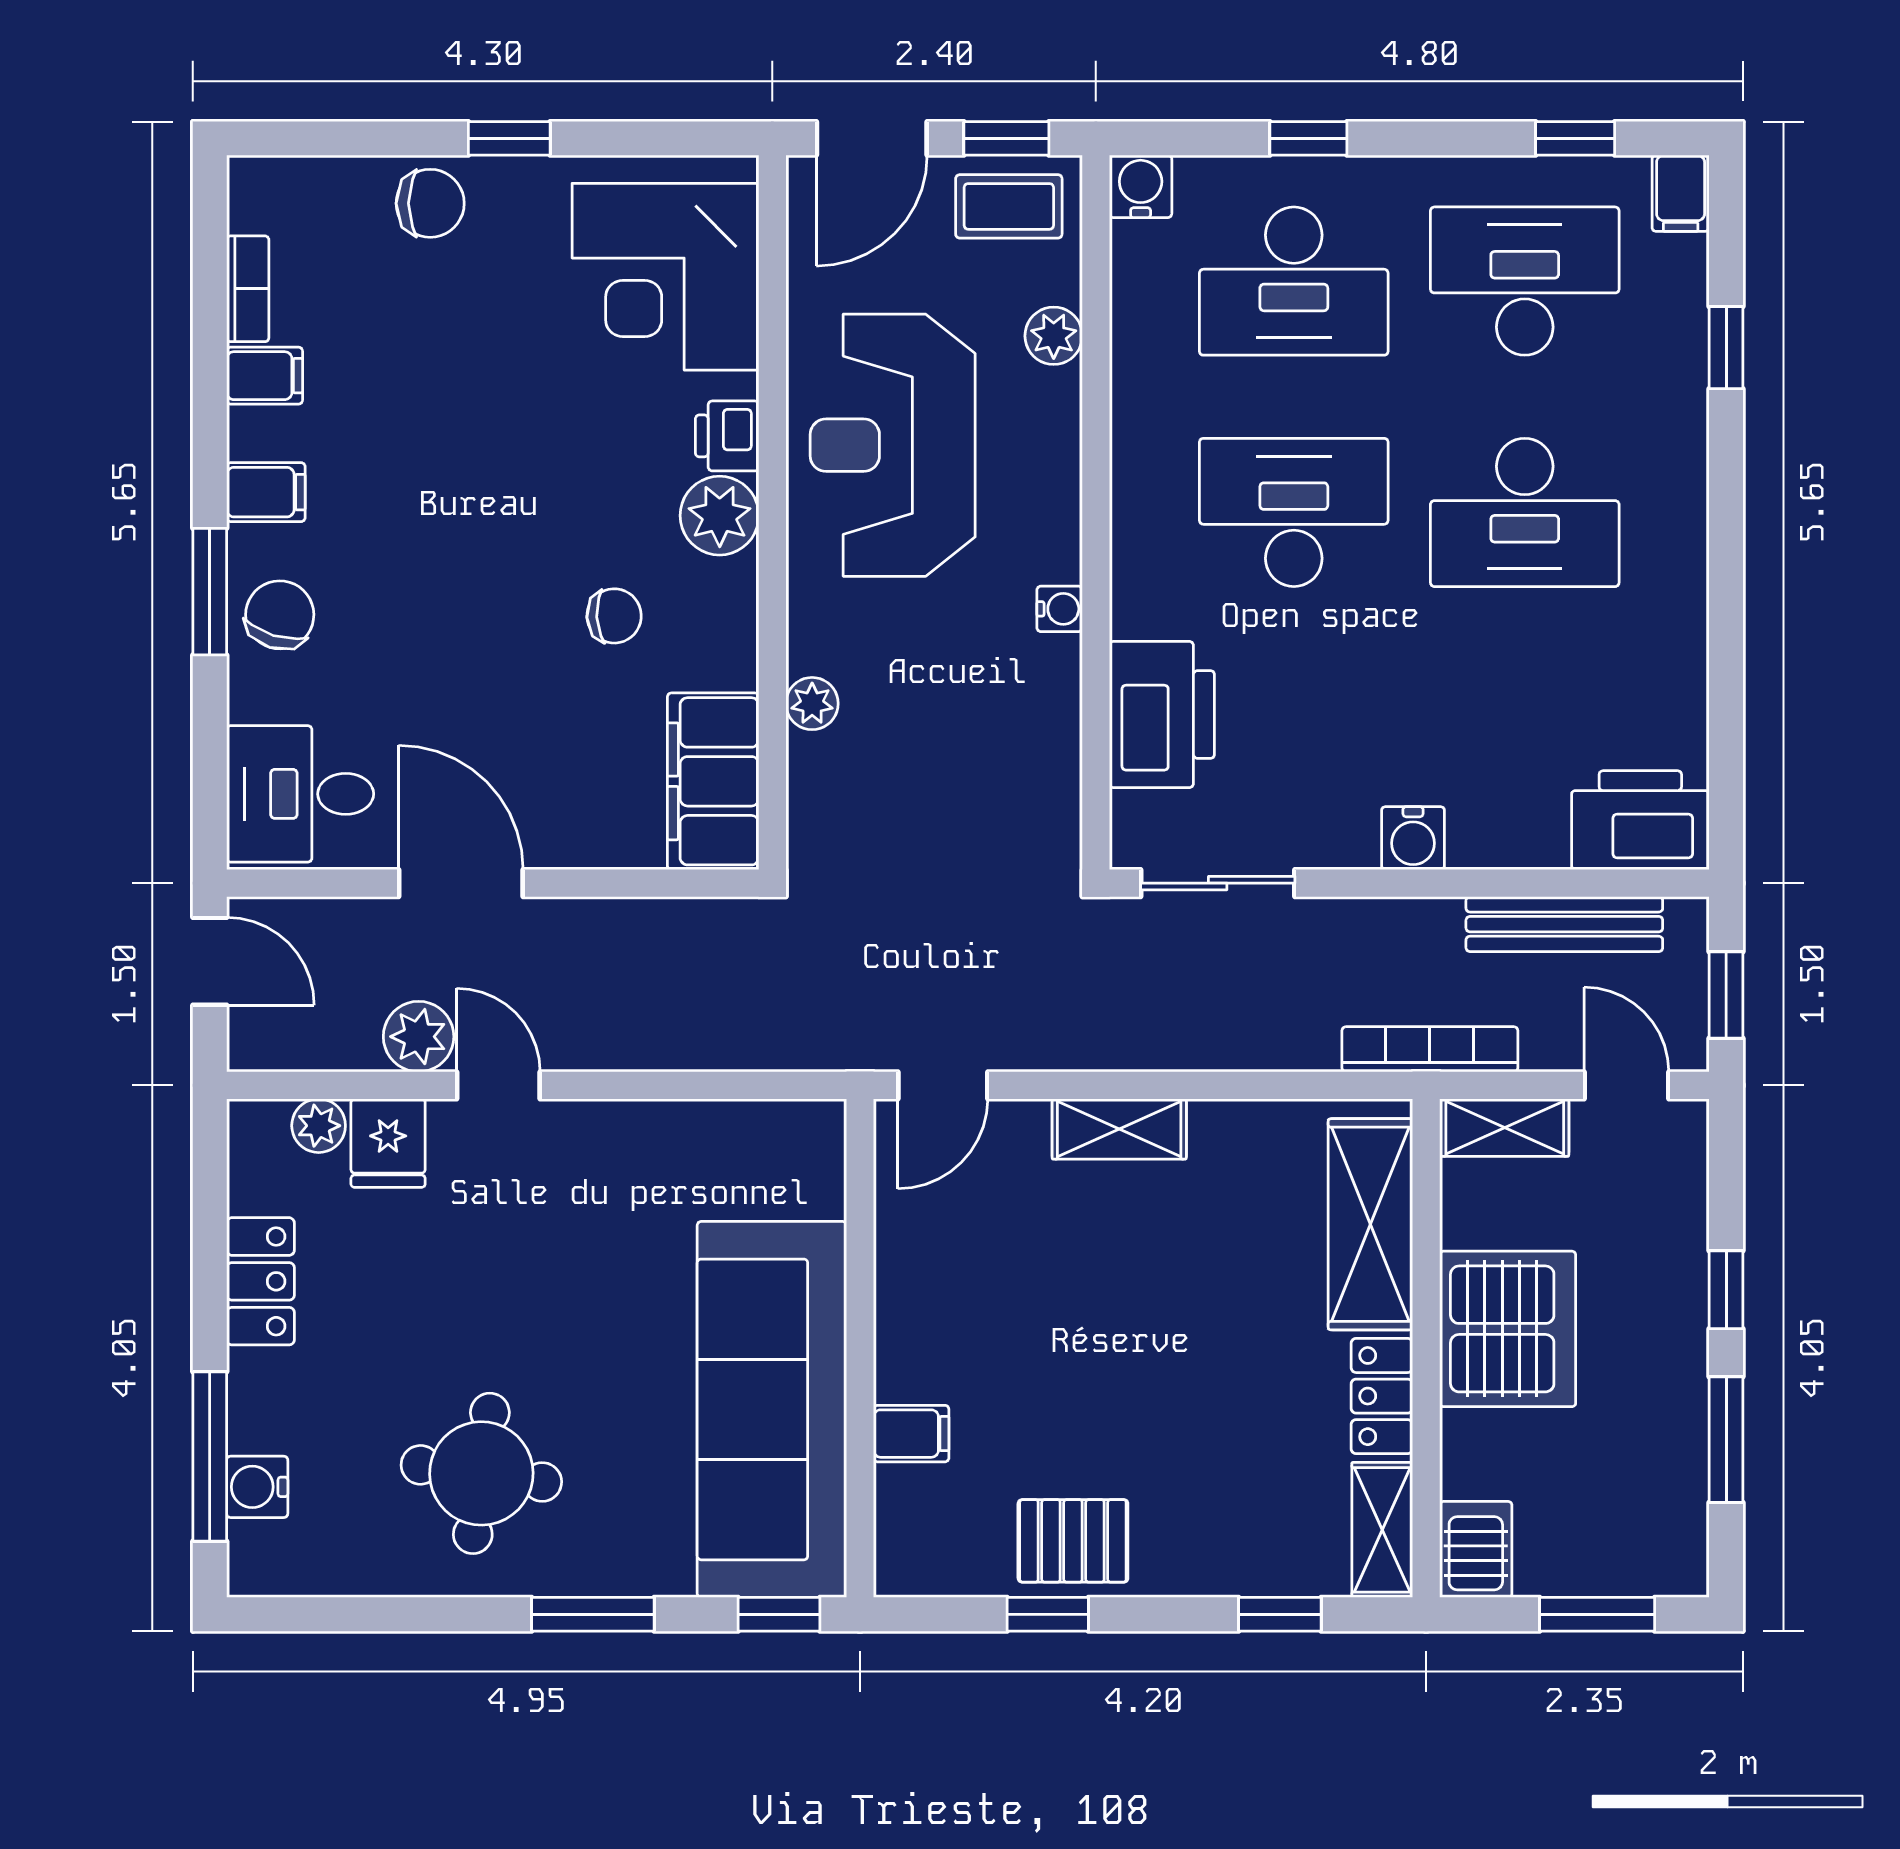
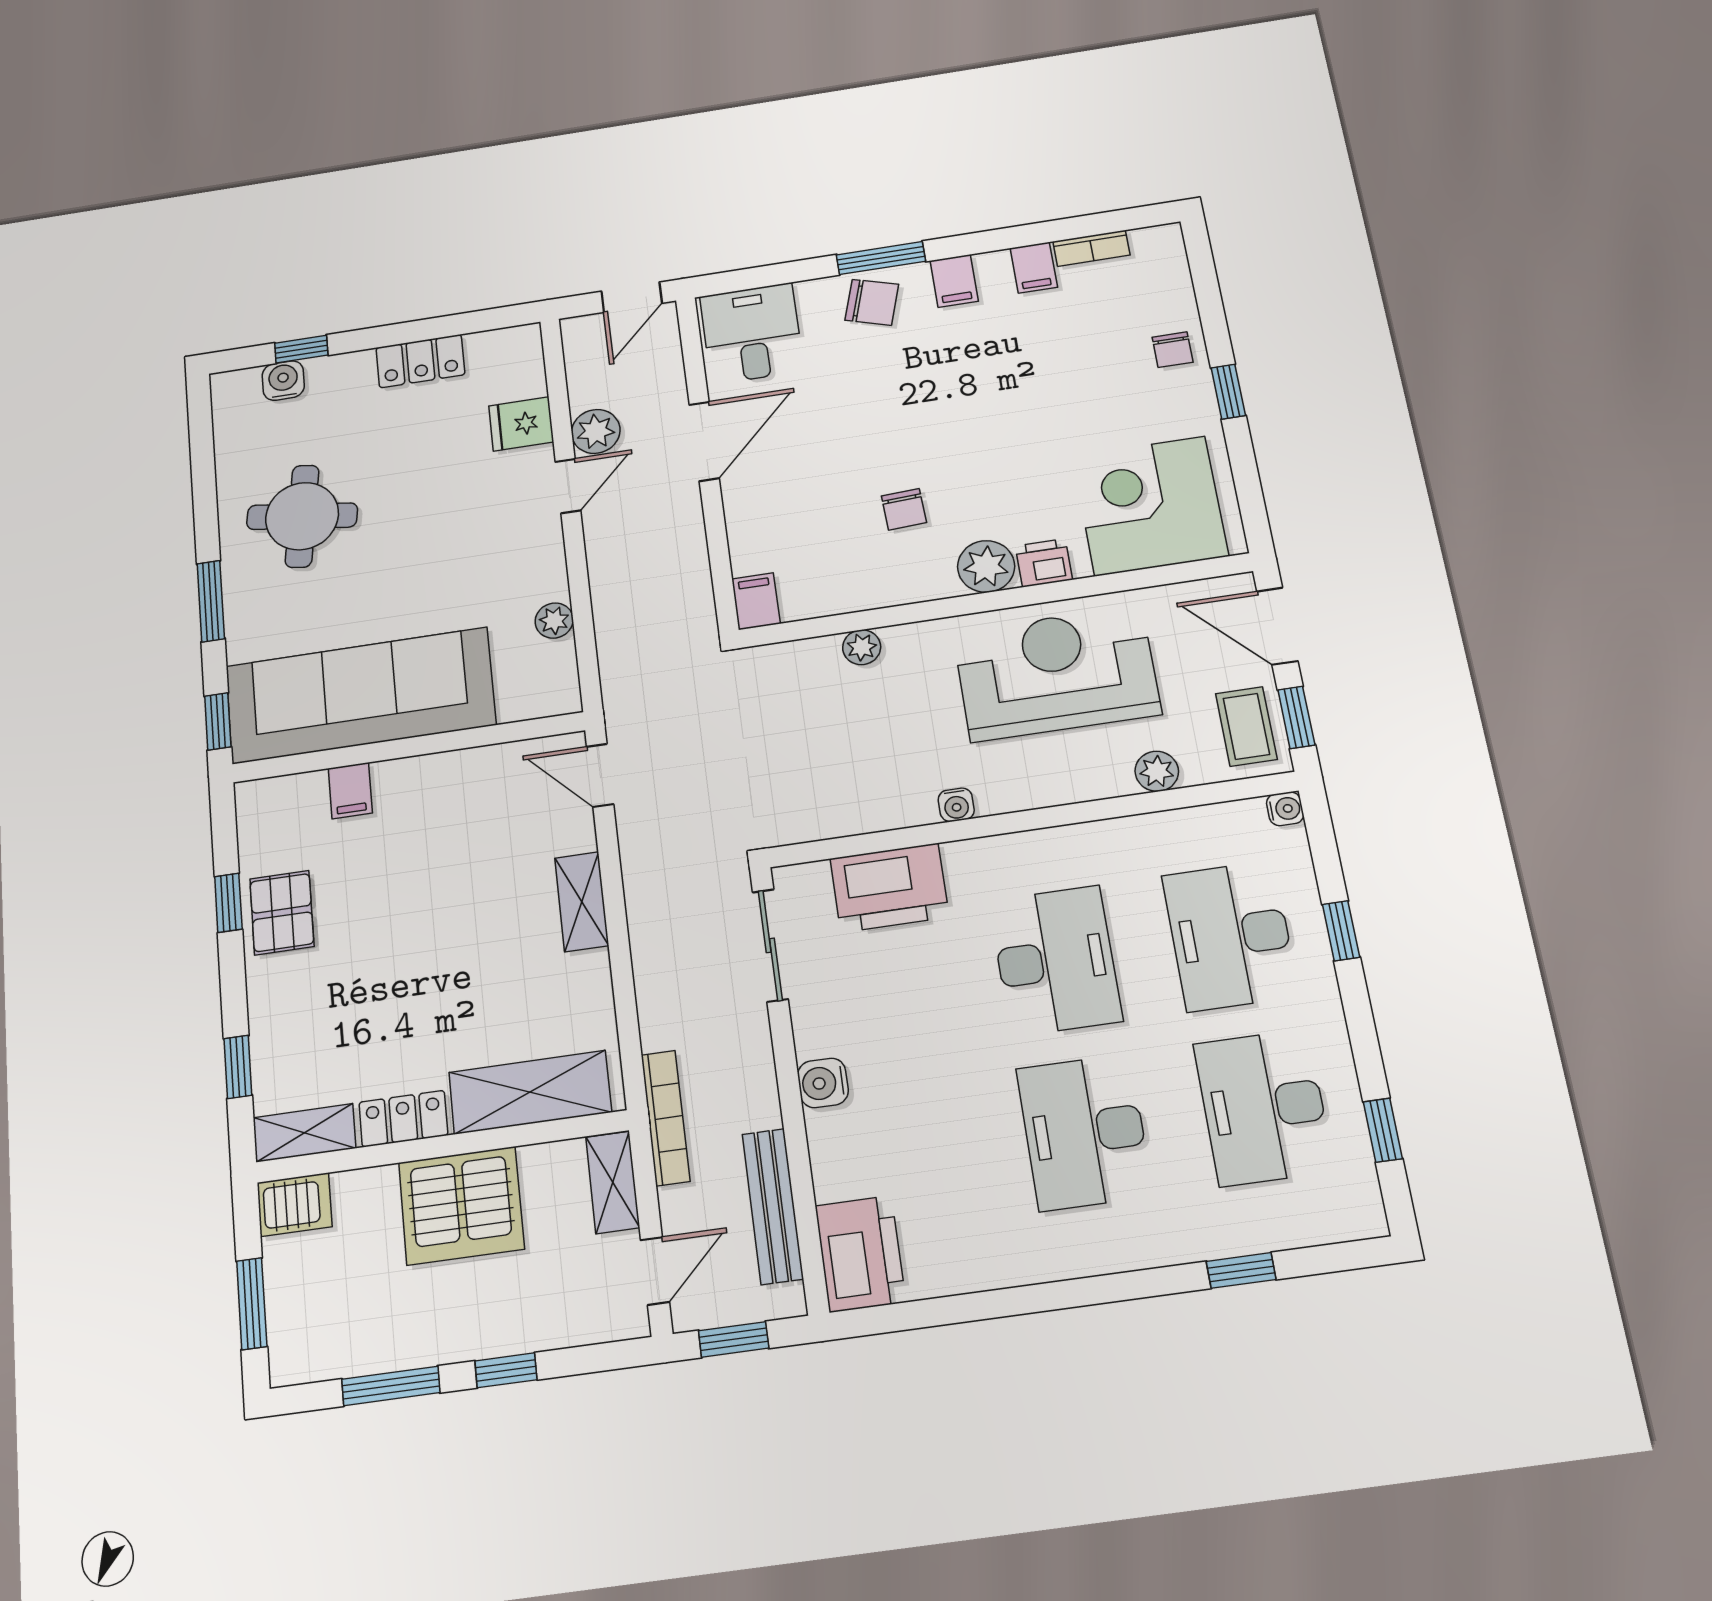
water cooler: (1141, 186) -> (1285, 809), width x0.72, depth x0.72
filing cabinet: (1681, 193) -> (1356, 1218), removed
chair: (430, 203) -> (1173, 350), width x0.73, depth x0.73
desk: (1525, 281) -> (1264, 1107), turned 180
filing cabinet: (713, 781) -> (756, 601), width x0.33, depth x0.86
plant: (319, 1126) -> (554, 621), moved
window: (210, 1457) -> (301, 349), width x0.46

